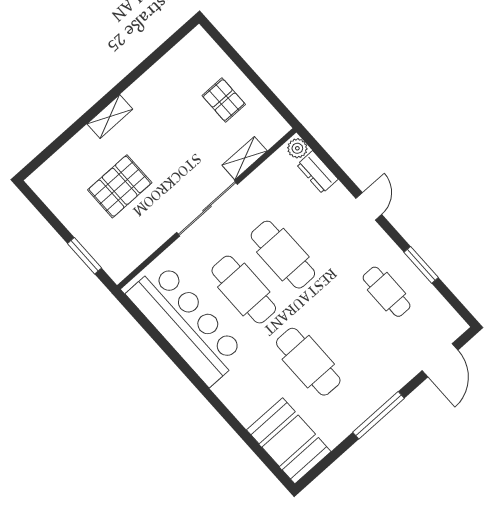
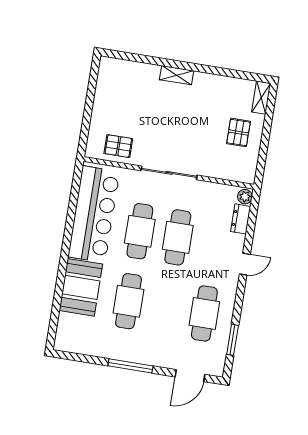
shelving: (245, 158) -> (261, 98), moved, turned 90
pallet: (120, 186) -> (118, 146), moved, width x0.67, depth x0.71
window: (84, 256) -> (86, 125), removed
window: (421, 265) -> (233, 340), moved
cafe table: (387, 292) -> (204, 313), width x1.37, depth x1.35
booth: (289, 441) -> (81, 287), moved

